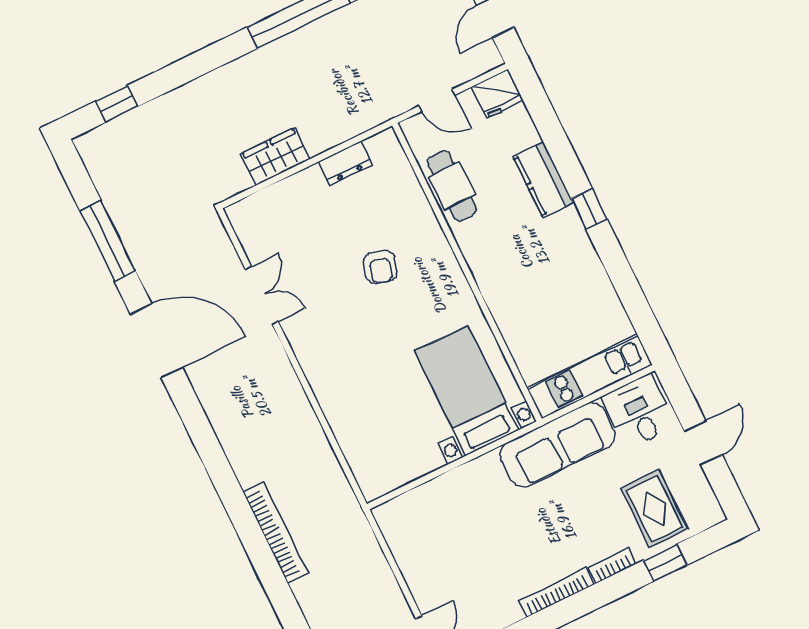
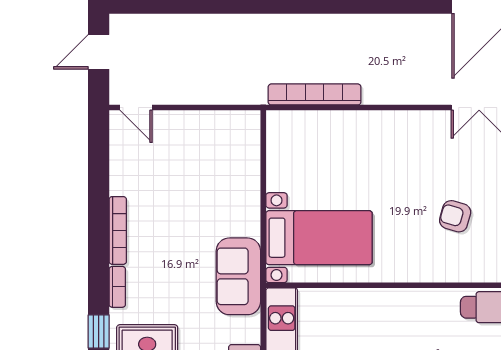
sofa: (557, 445) -> (238, 276), width x0.73
bookcase: (276, 533) -> (315, 94), moved, turned 180

